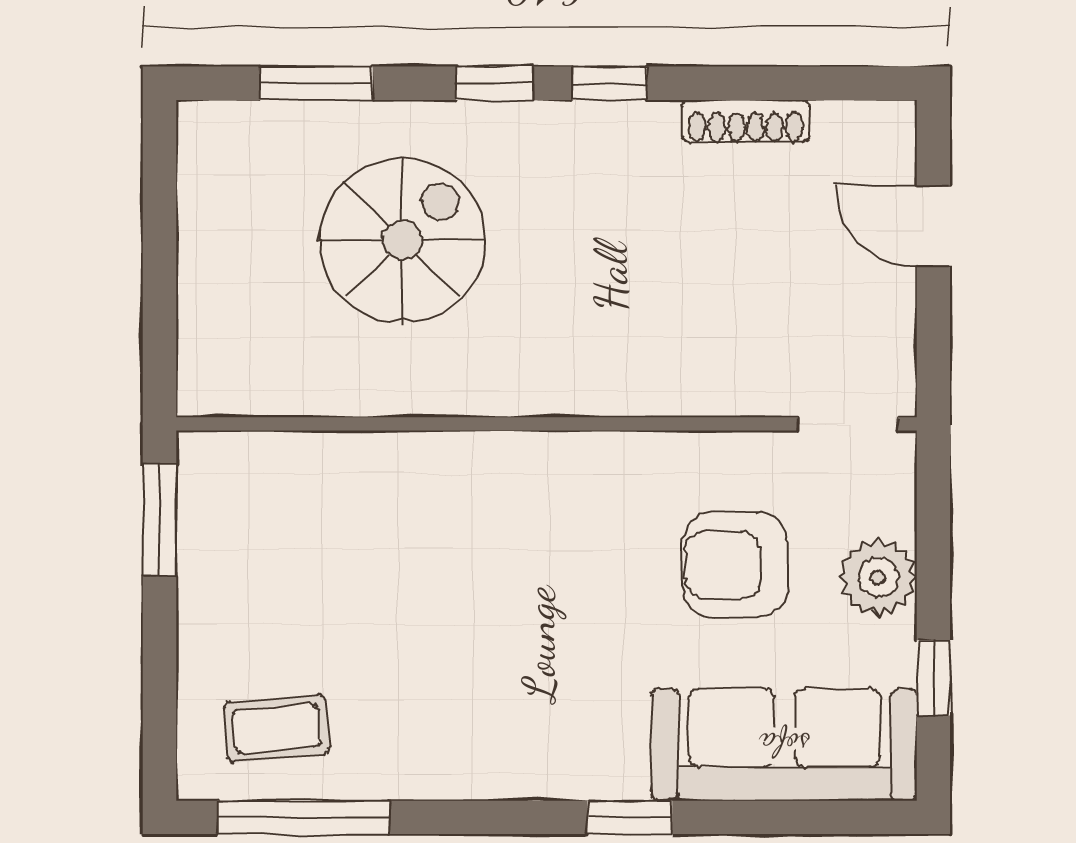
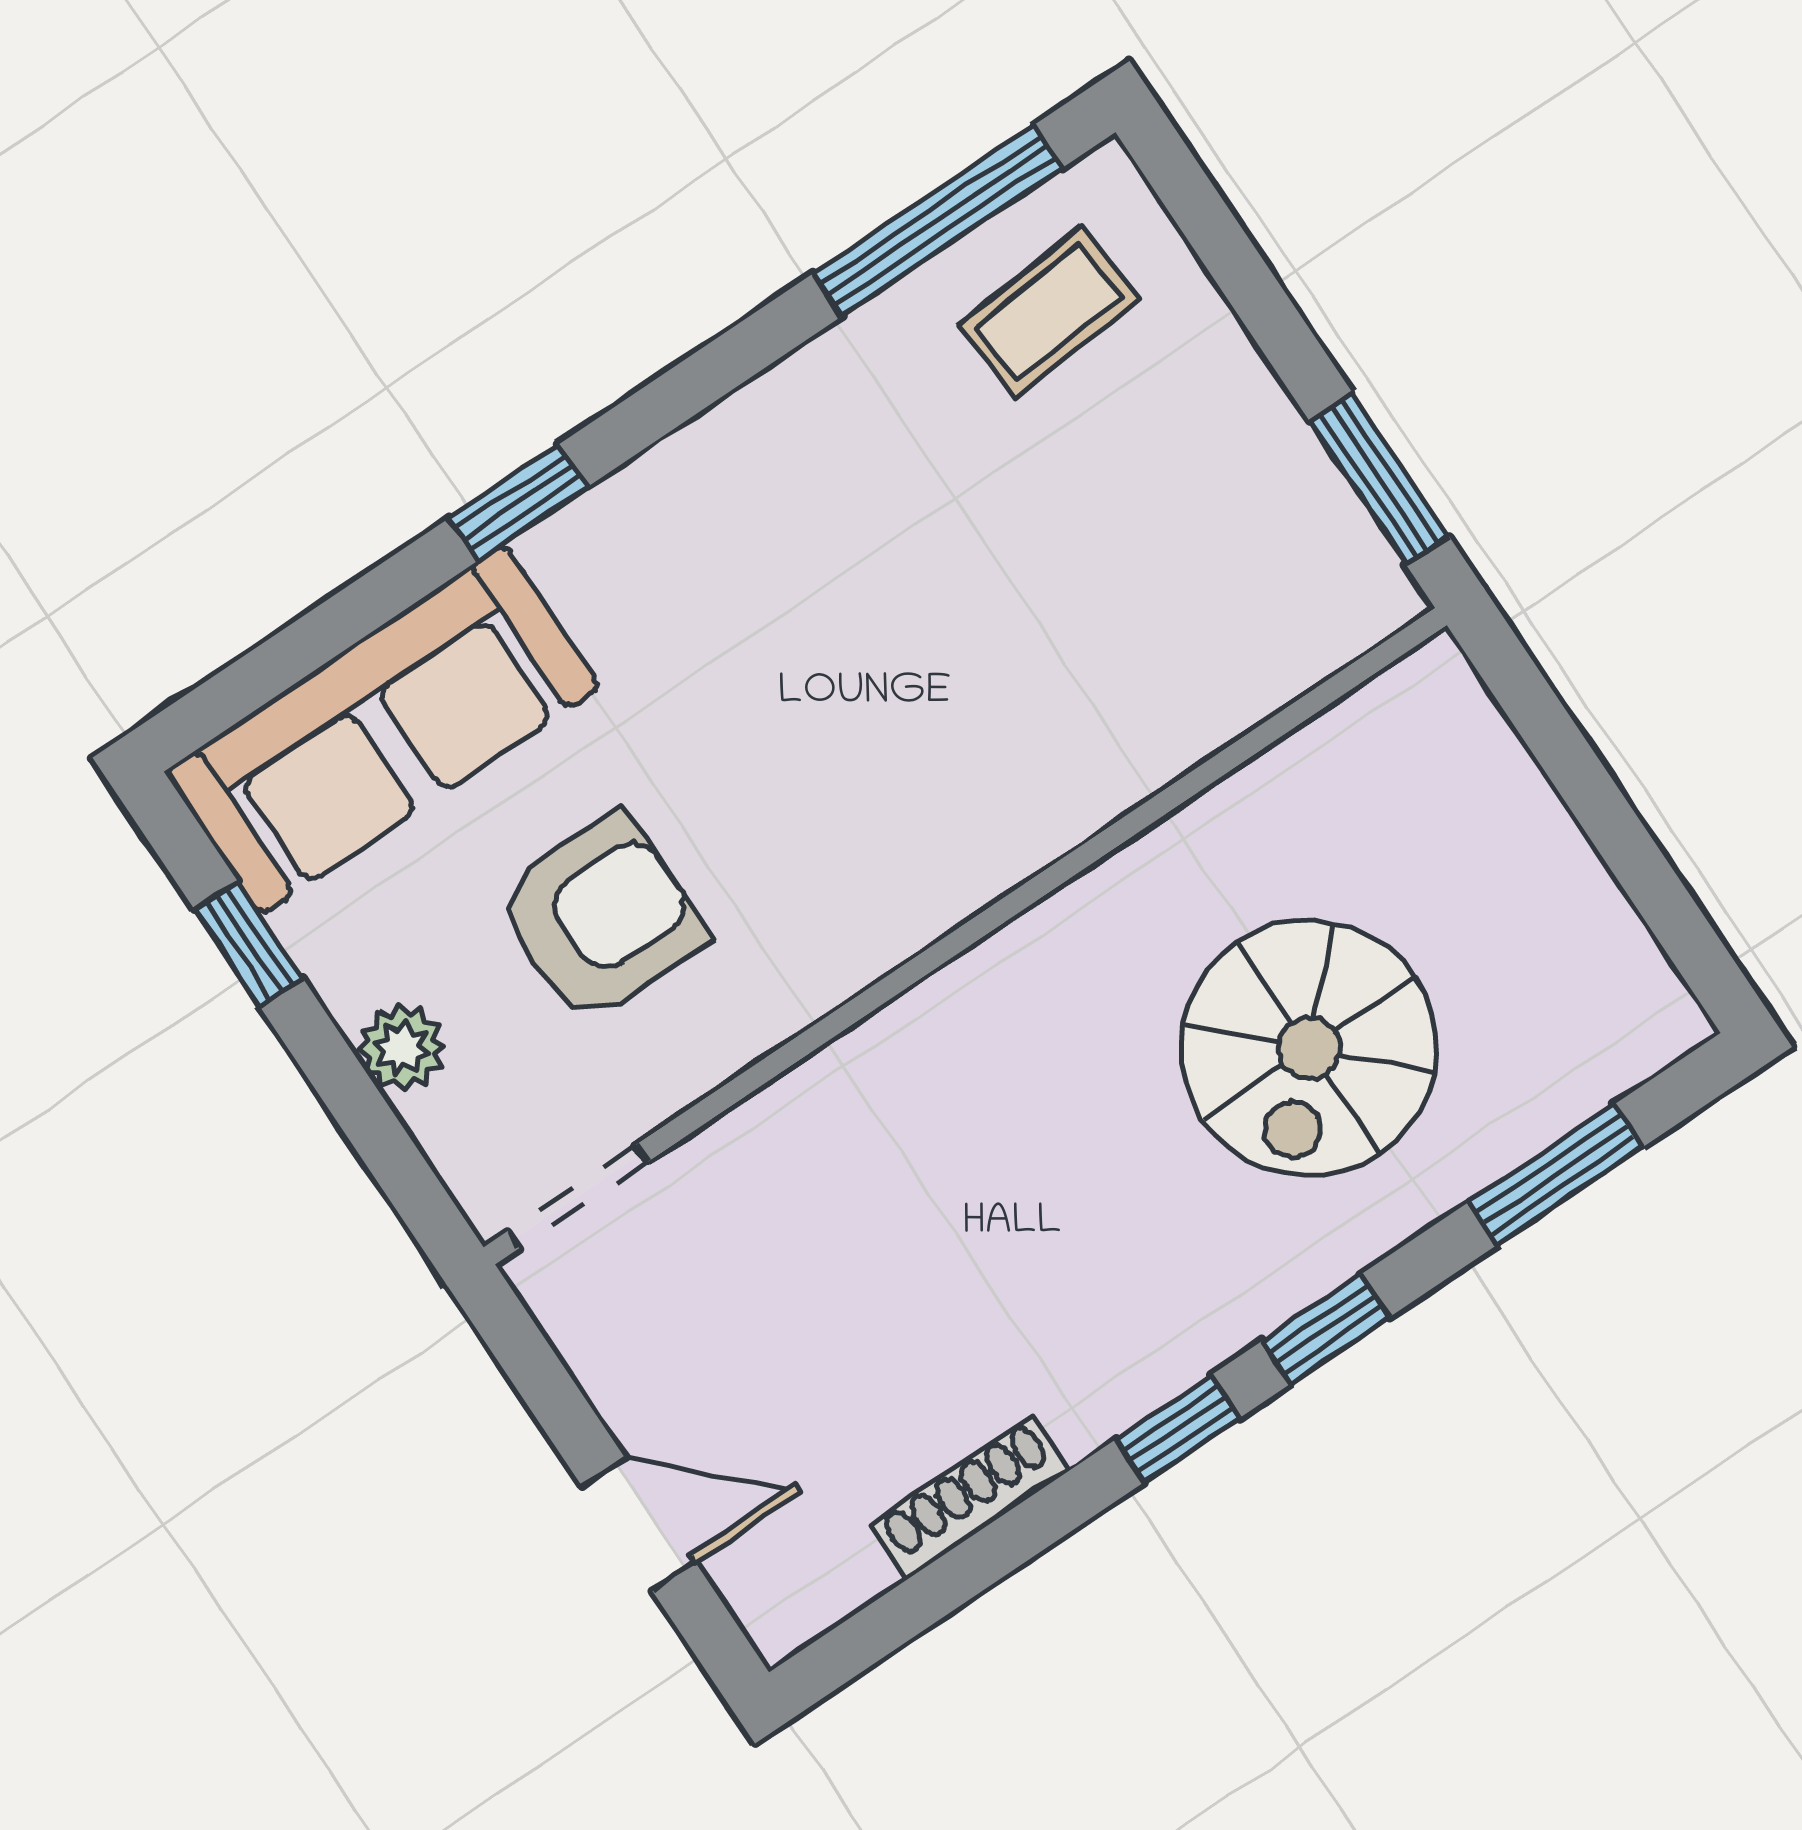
plant: (878, 578) -> (402, 1048), width x0.73, depth x0.73

